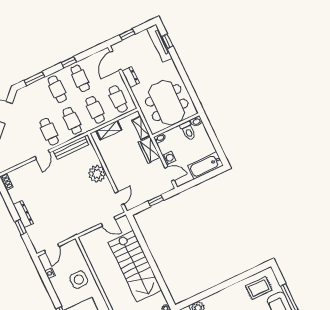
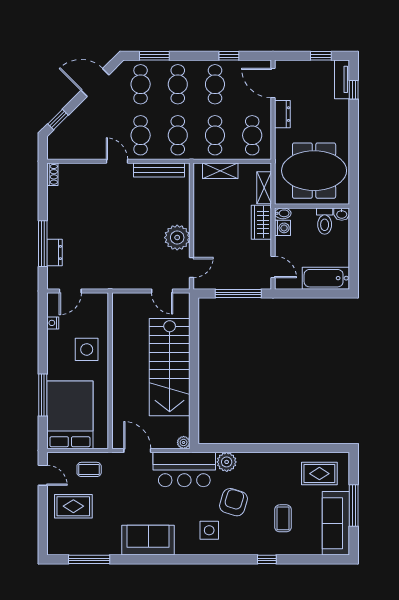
window: (127, 35) -> (321, 56), moved
tv unit: (160, 43) -> (342, 79), width x0.71
door: (116, 61) -> (273, 83), hinge flipped
window: (69, 62) -> (229, 56), moved
cafe table: (34, 100) -> (141, 84), added
meeting table: (167, 103) -> (314, 171), turned 90
door: (42, 155) -> (117, 161), swing flipped
washing machine: (169, 158) -> (282, 228), moved
plant: (97, 174) -> (177, 238), moved
window: (156, 201) -> (238, 293), width x2.17
dresser: (23, 214) -> (55, 253), moved, width x0.70
window: (21, 227) -> (43, 244), width x2.17

